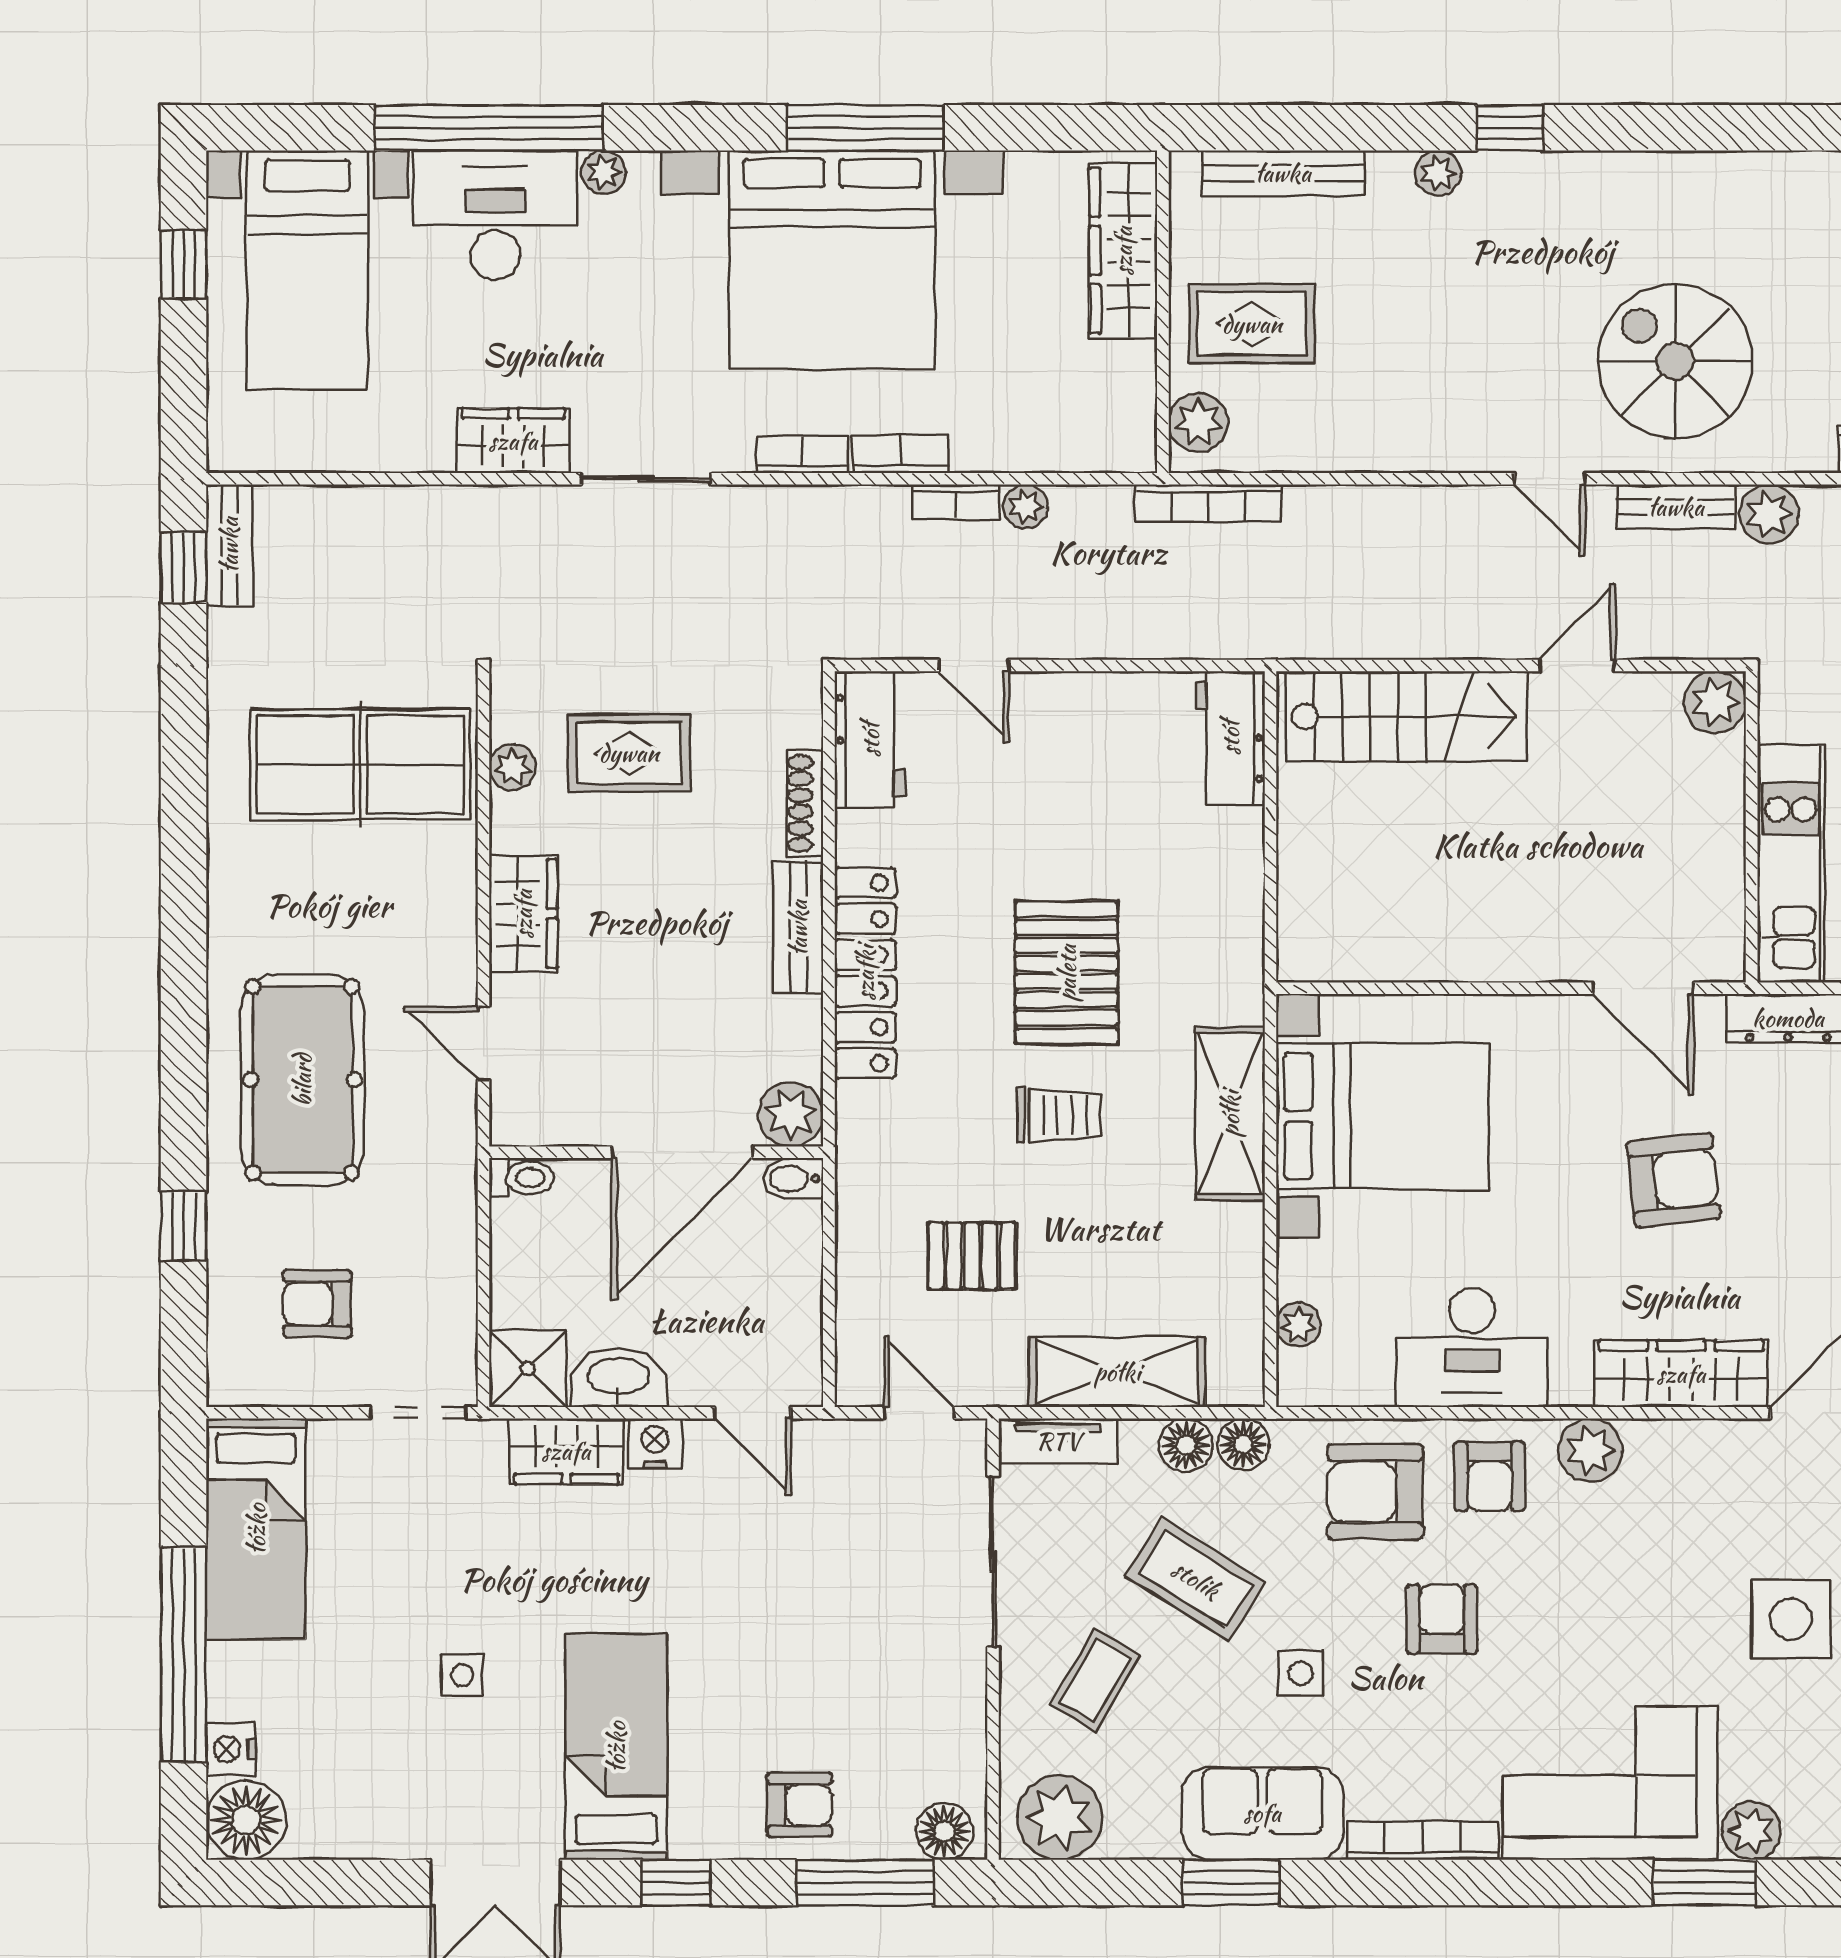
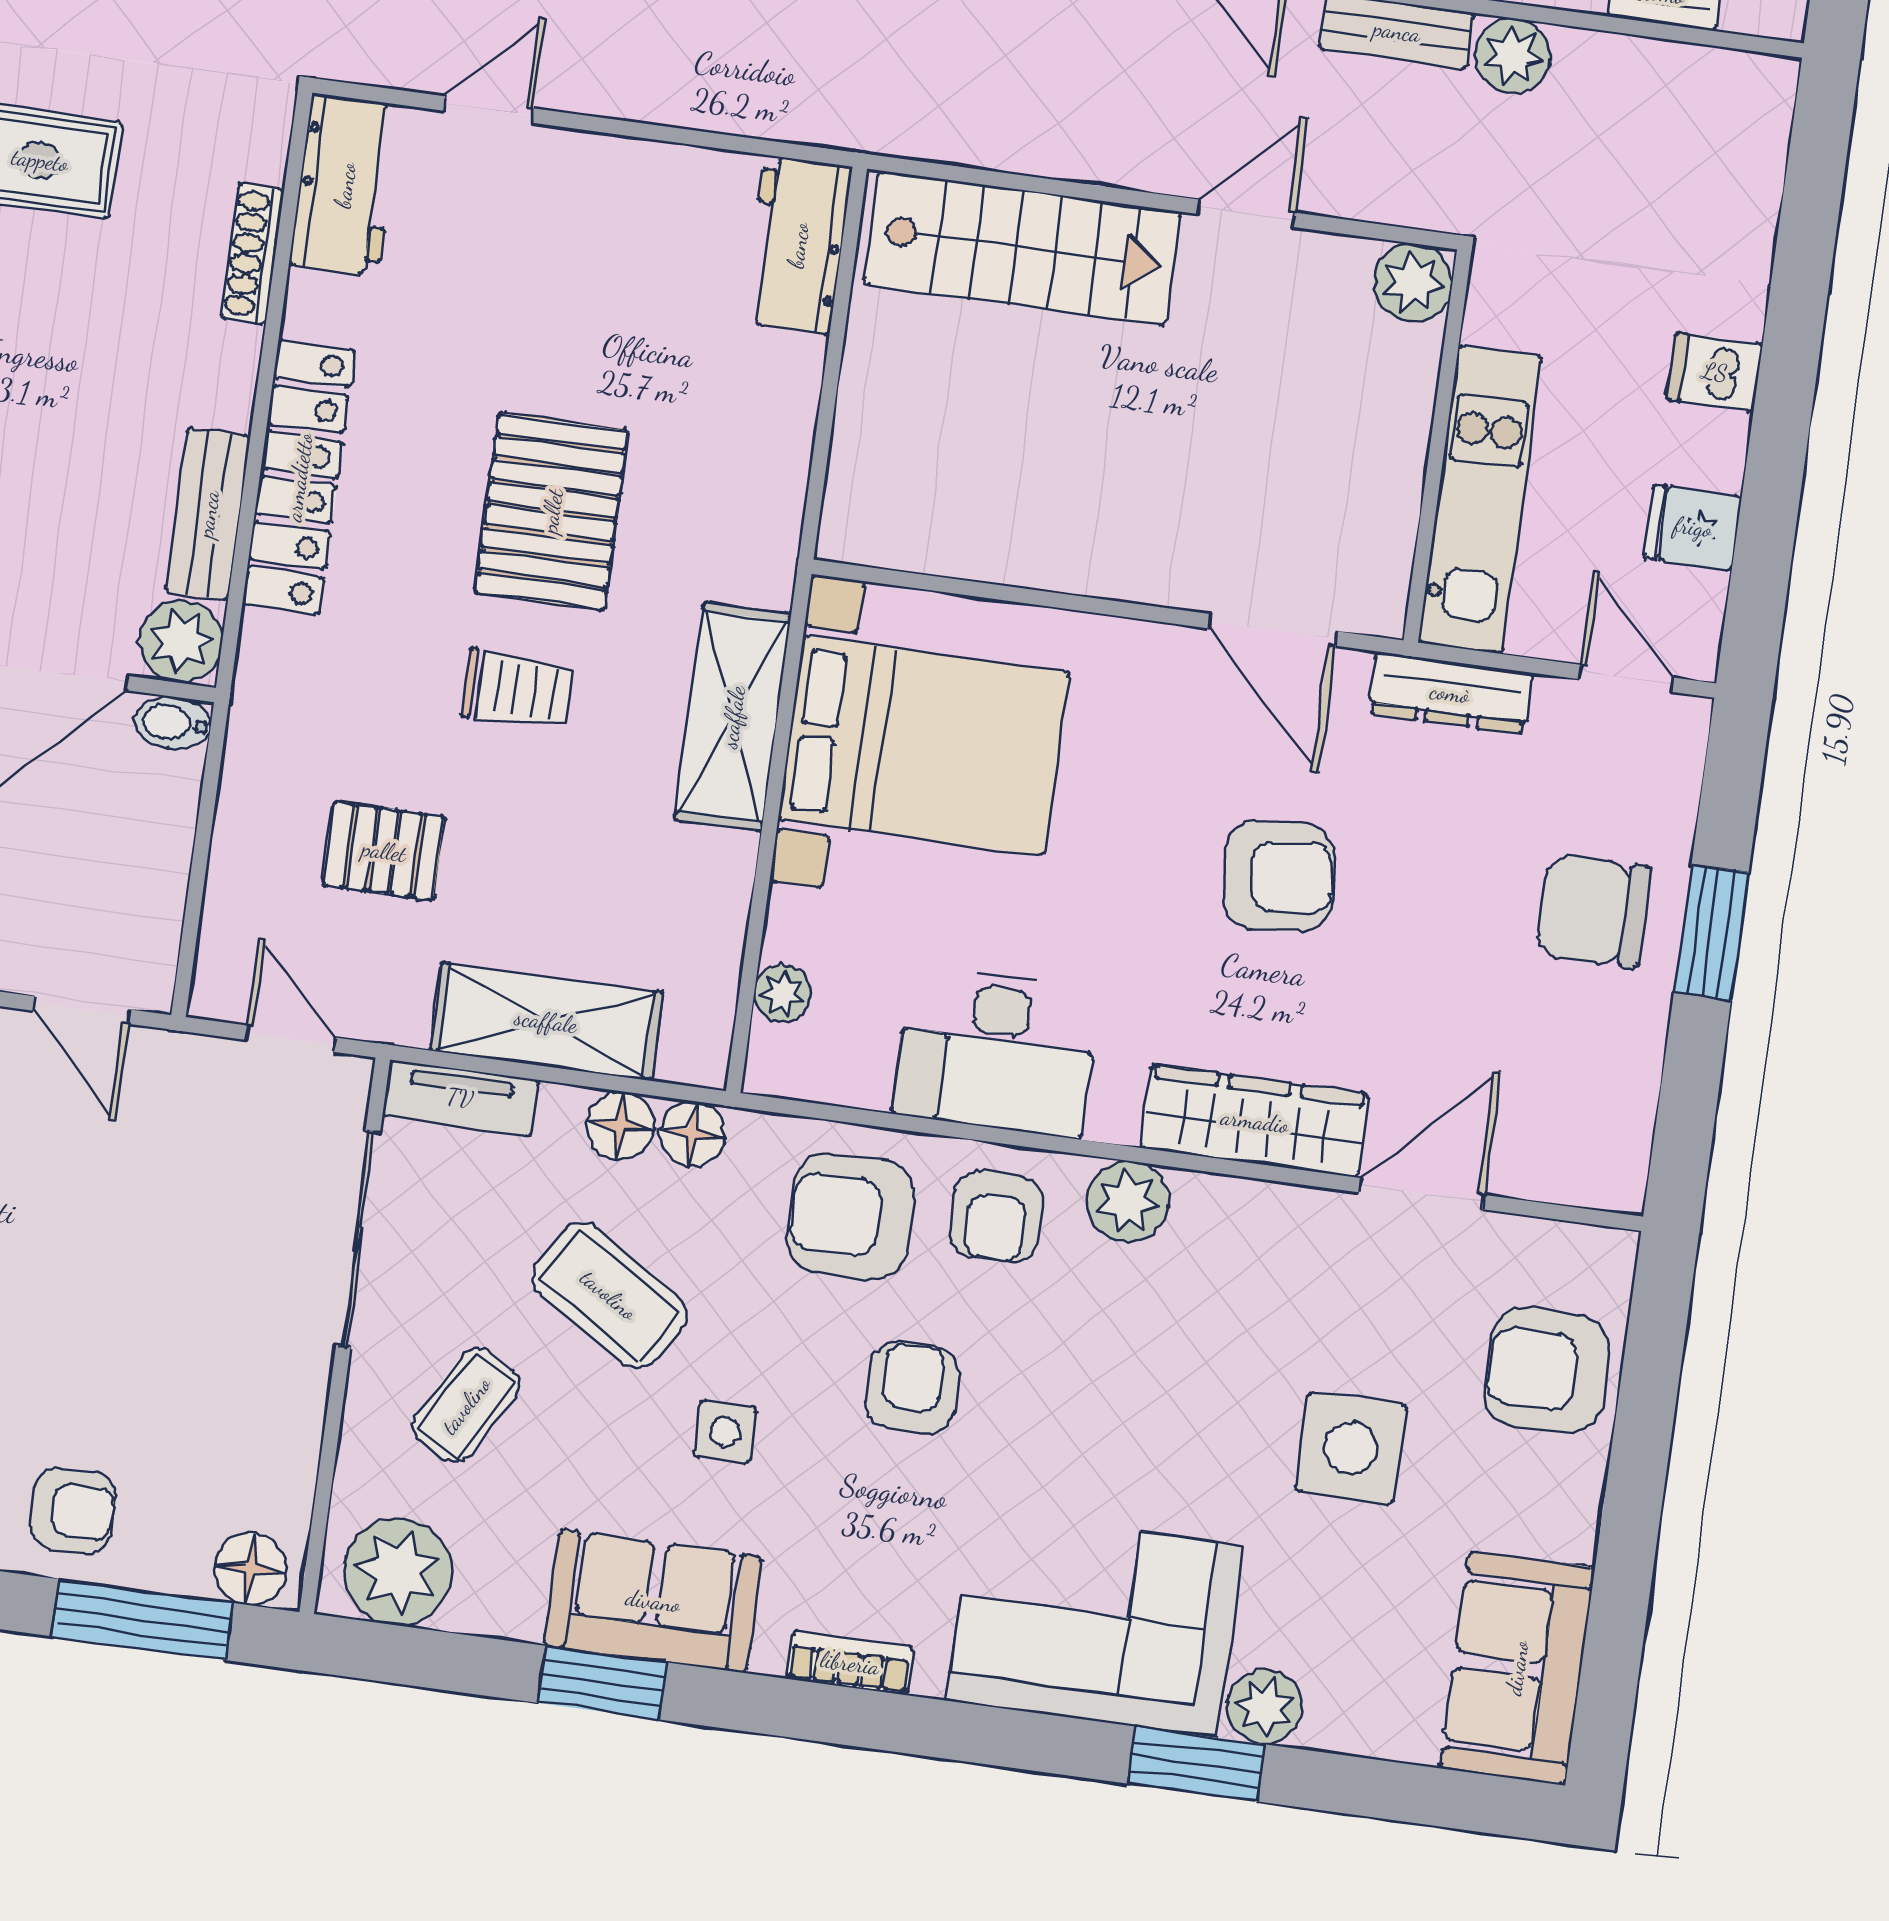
door: (974, 665) -> (488, 109), swing flipped
bench: (798, 928) -> (208, 514), moved
bookcase: (1423, 1841) -> (850, 1663), width x0.64

